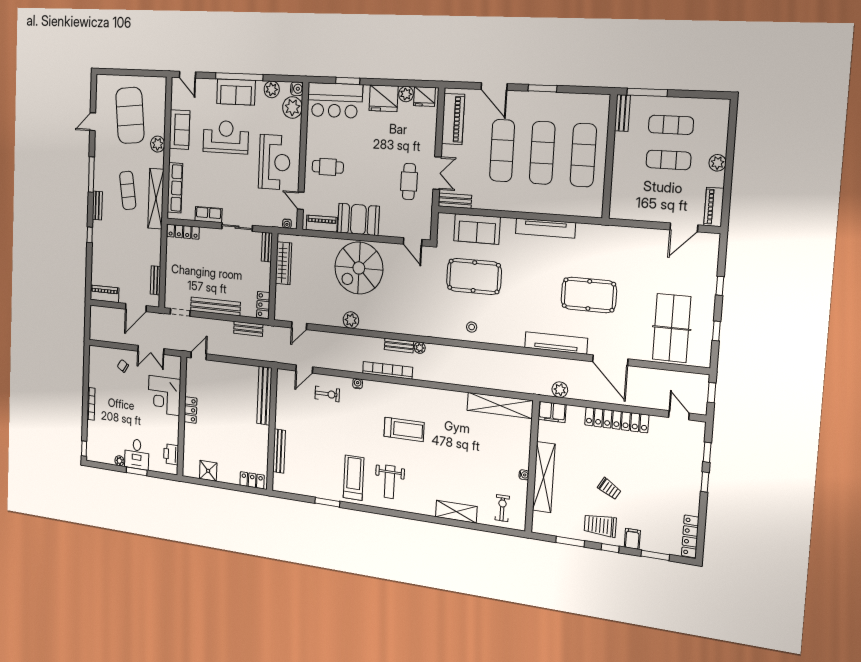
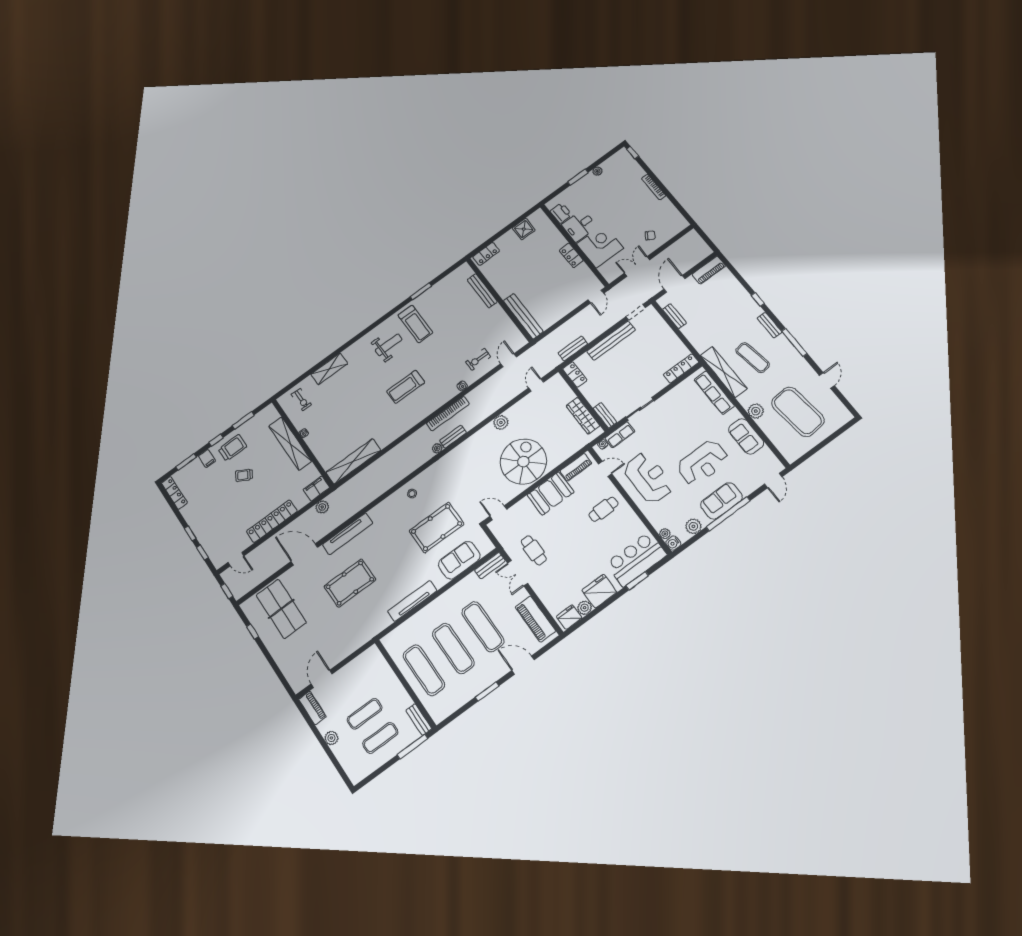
door: (188, 75) -> (773, 481), swing flipped
plant: (292, 107) -> (665, 534), width x0.53, depth x0.53
reception desk: (274, 162) -> (648, 478), turned 180
row of seats: (209, 215) -> (620, 435), moved
window: (720, 286) -> (271, 661), removed
desk: (137, 454) -> (579, 226), moved, turned -90
weight bench: (390, 482) -> (389, 345), turned 90

